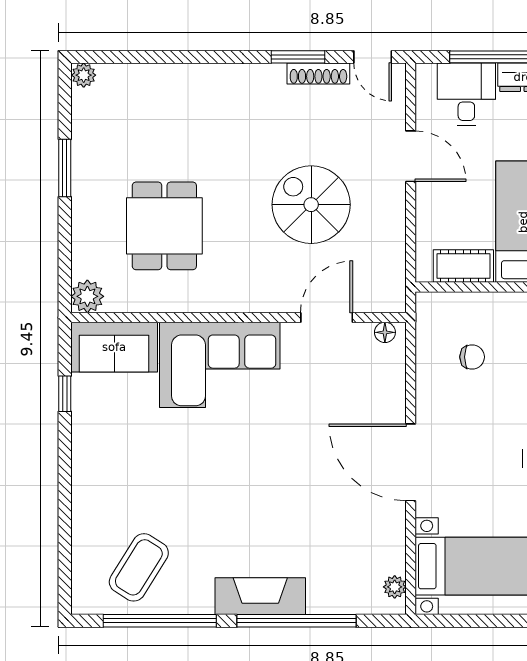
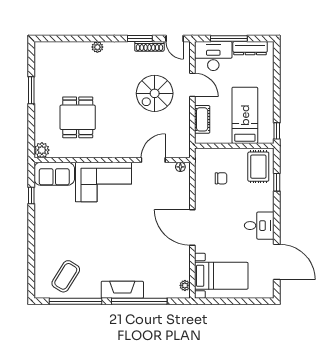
plant: (84, 75) -> (97, 47), moved
desk: (466, 94) -> (213, 56), width x1.37
spiral stairs: (311, 205) -> (155, 93), moved, turned -90
cot: (463, 266) -> (202, 119), moved, turned 90

